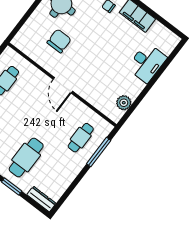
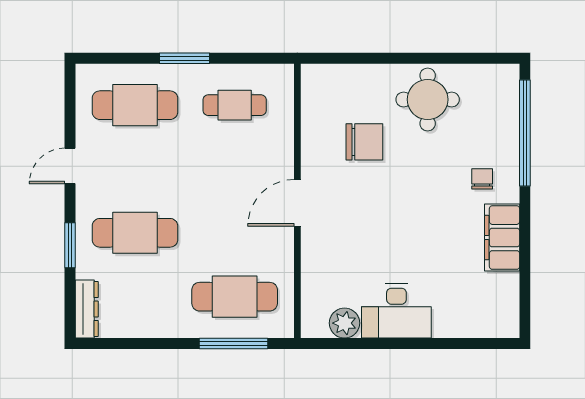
desk: (147, 63) -> (396, 311), moved
cafe table: (81, 138) -> (235, 297), width x1.37, depth x1.35

